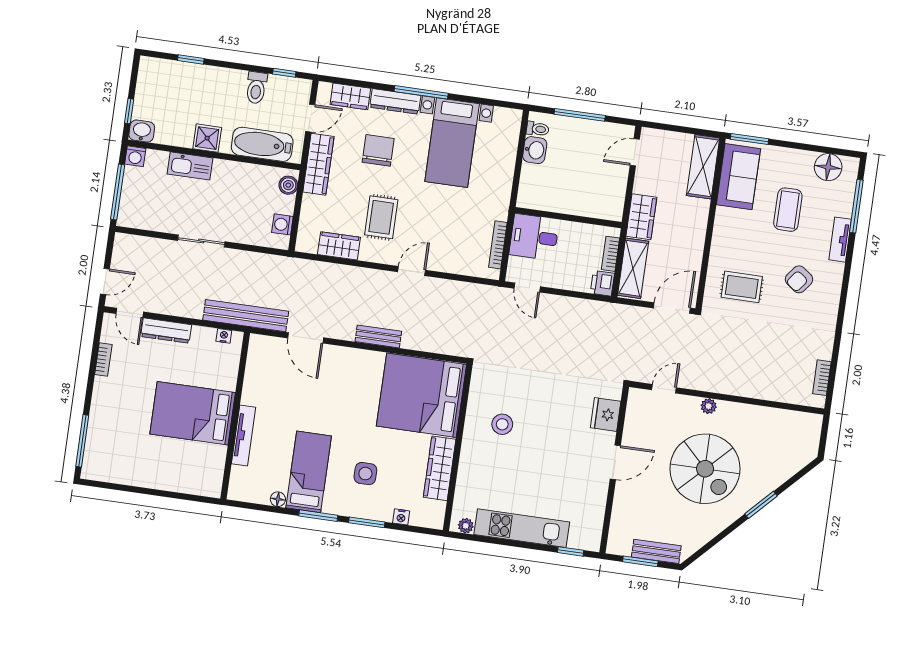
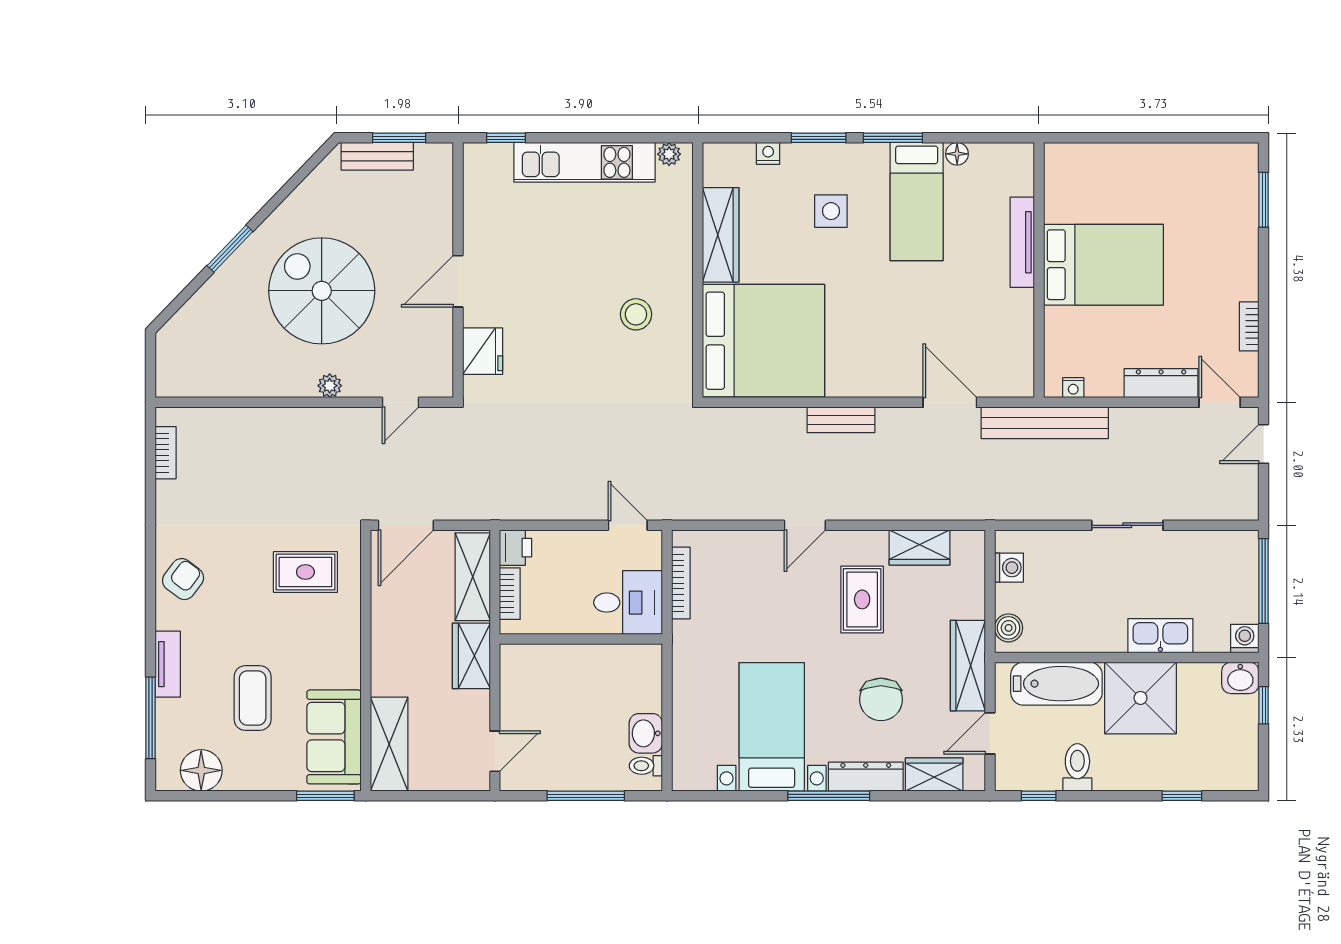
shower: (207, 138) -> (1141, 698), width x1.86, depth x1.86
armchair: (799, 279) -> (183, 579), moved
window: (82, 441) -> (1264, 200), width x0.69

